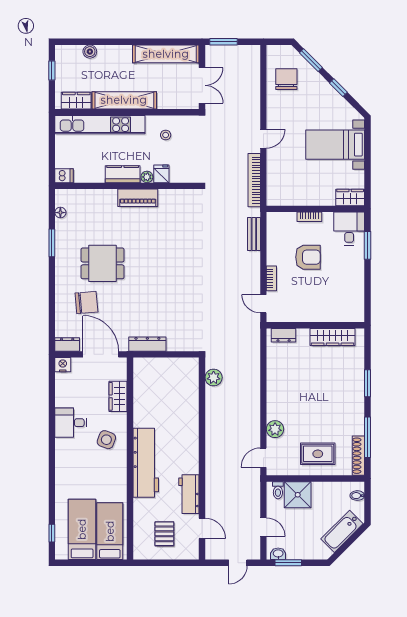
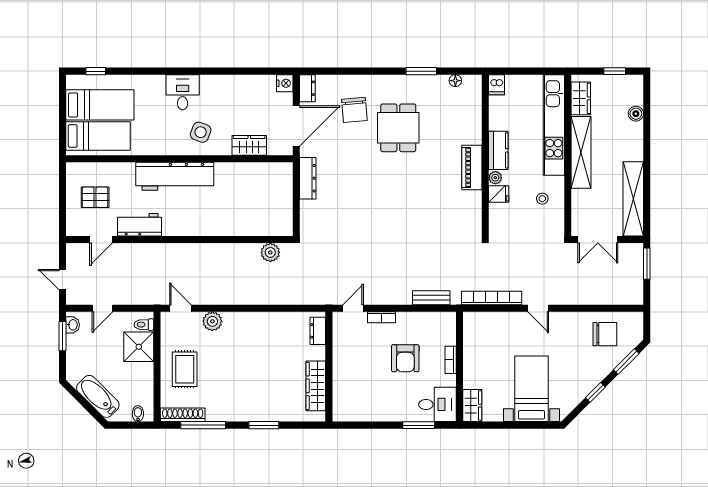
desk: (71, 423) -> (183, 92), moved

